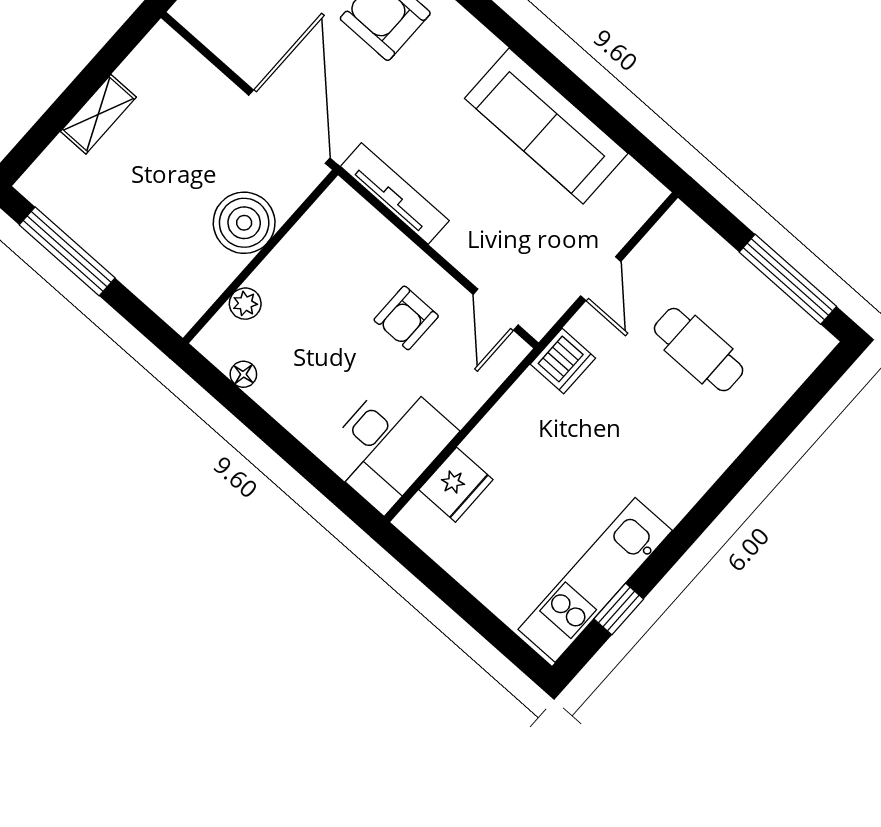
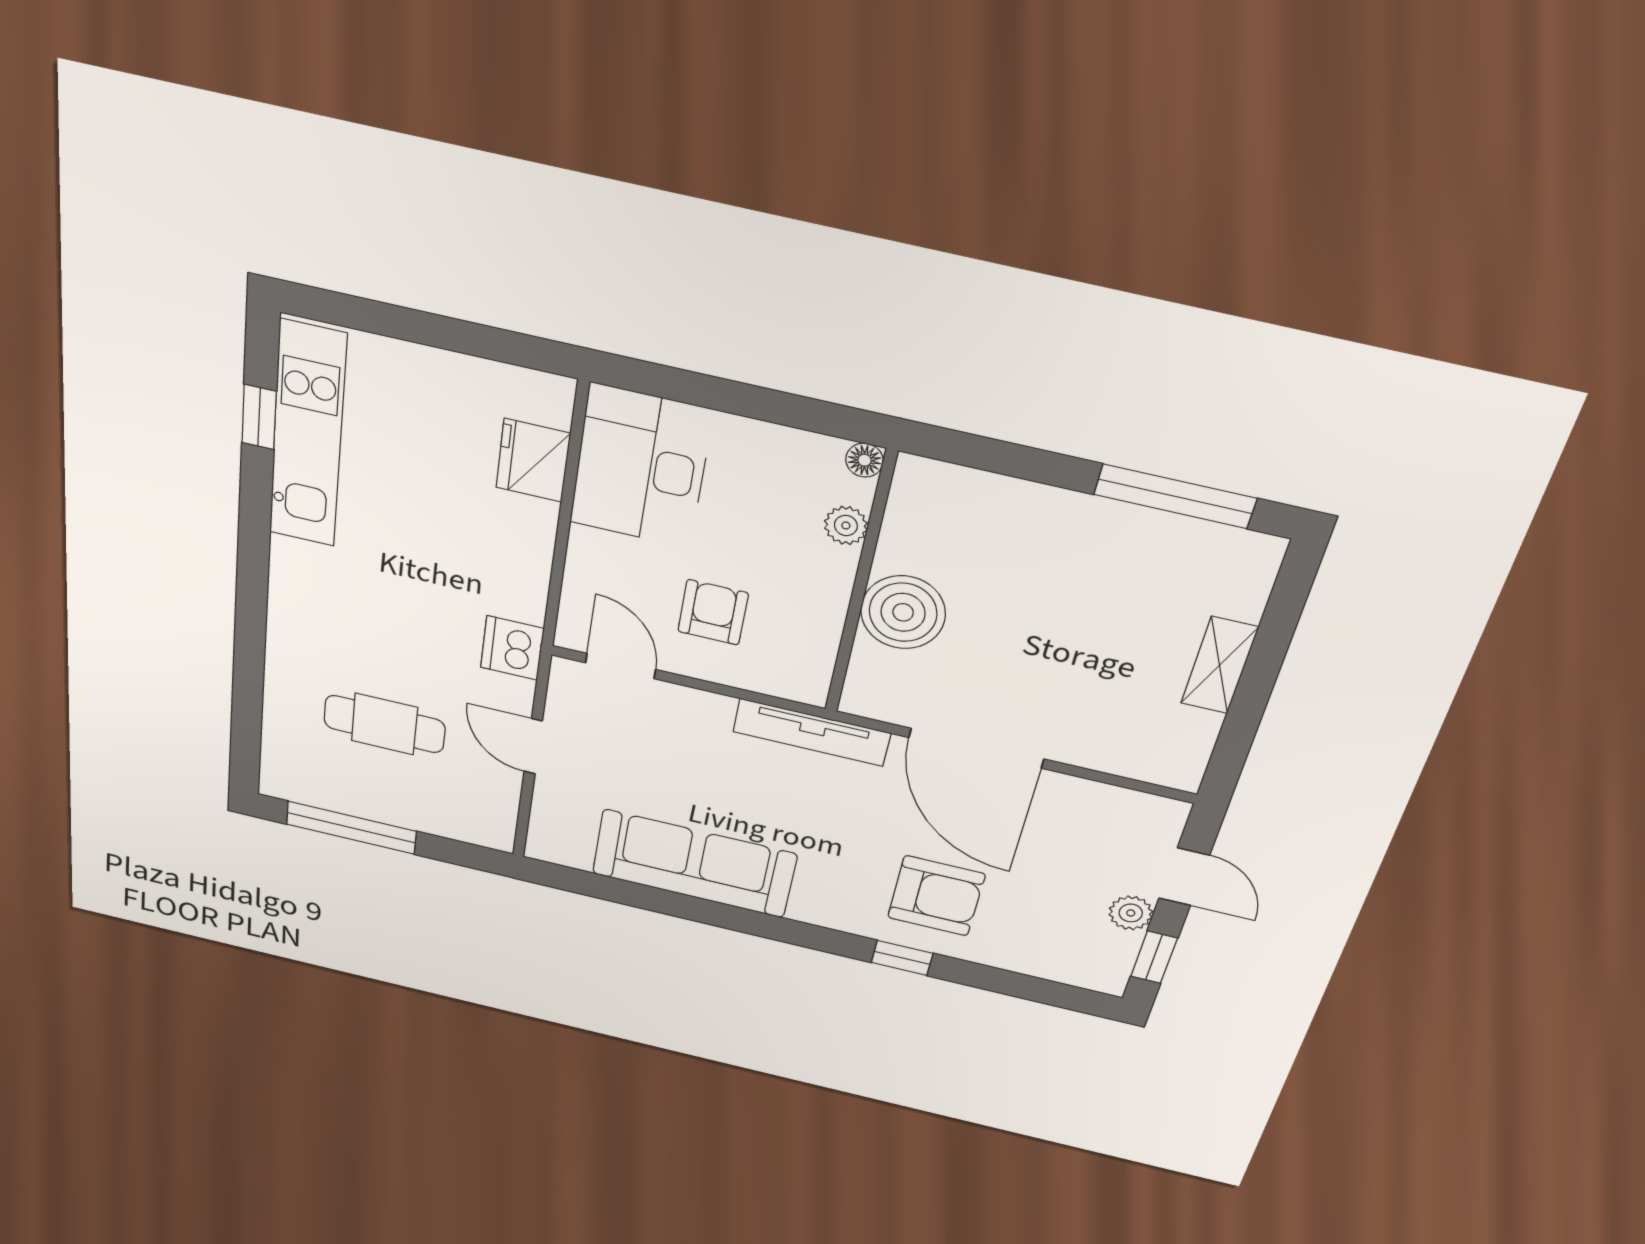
boiler: (244, 223) -> (903, 612), moved
wall: (261, 257) -> (860, 585), moved
plant: (245, 304) -> (846, 525), moved

